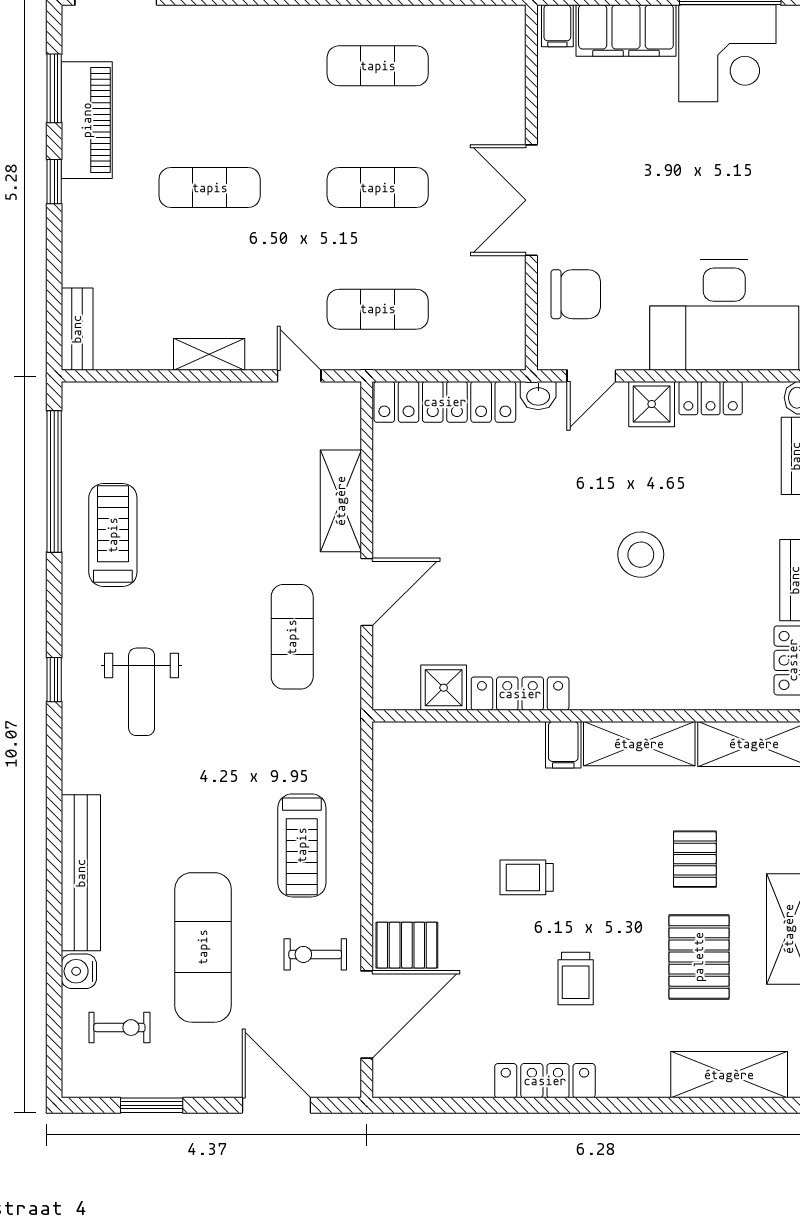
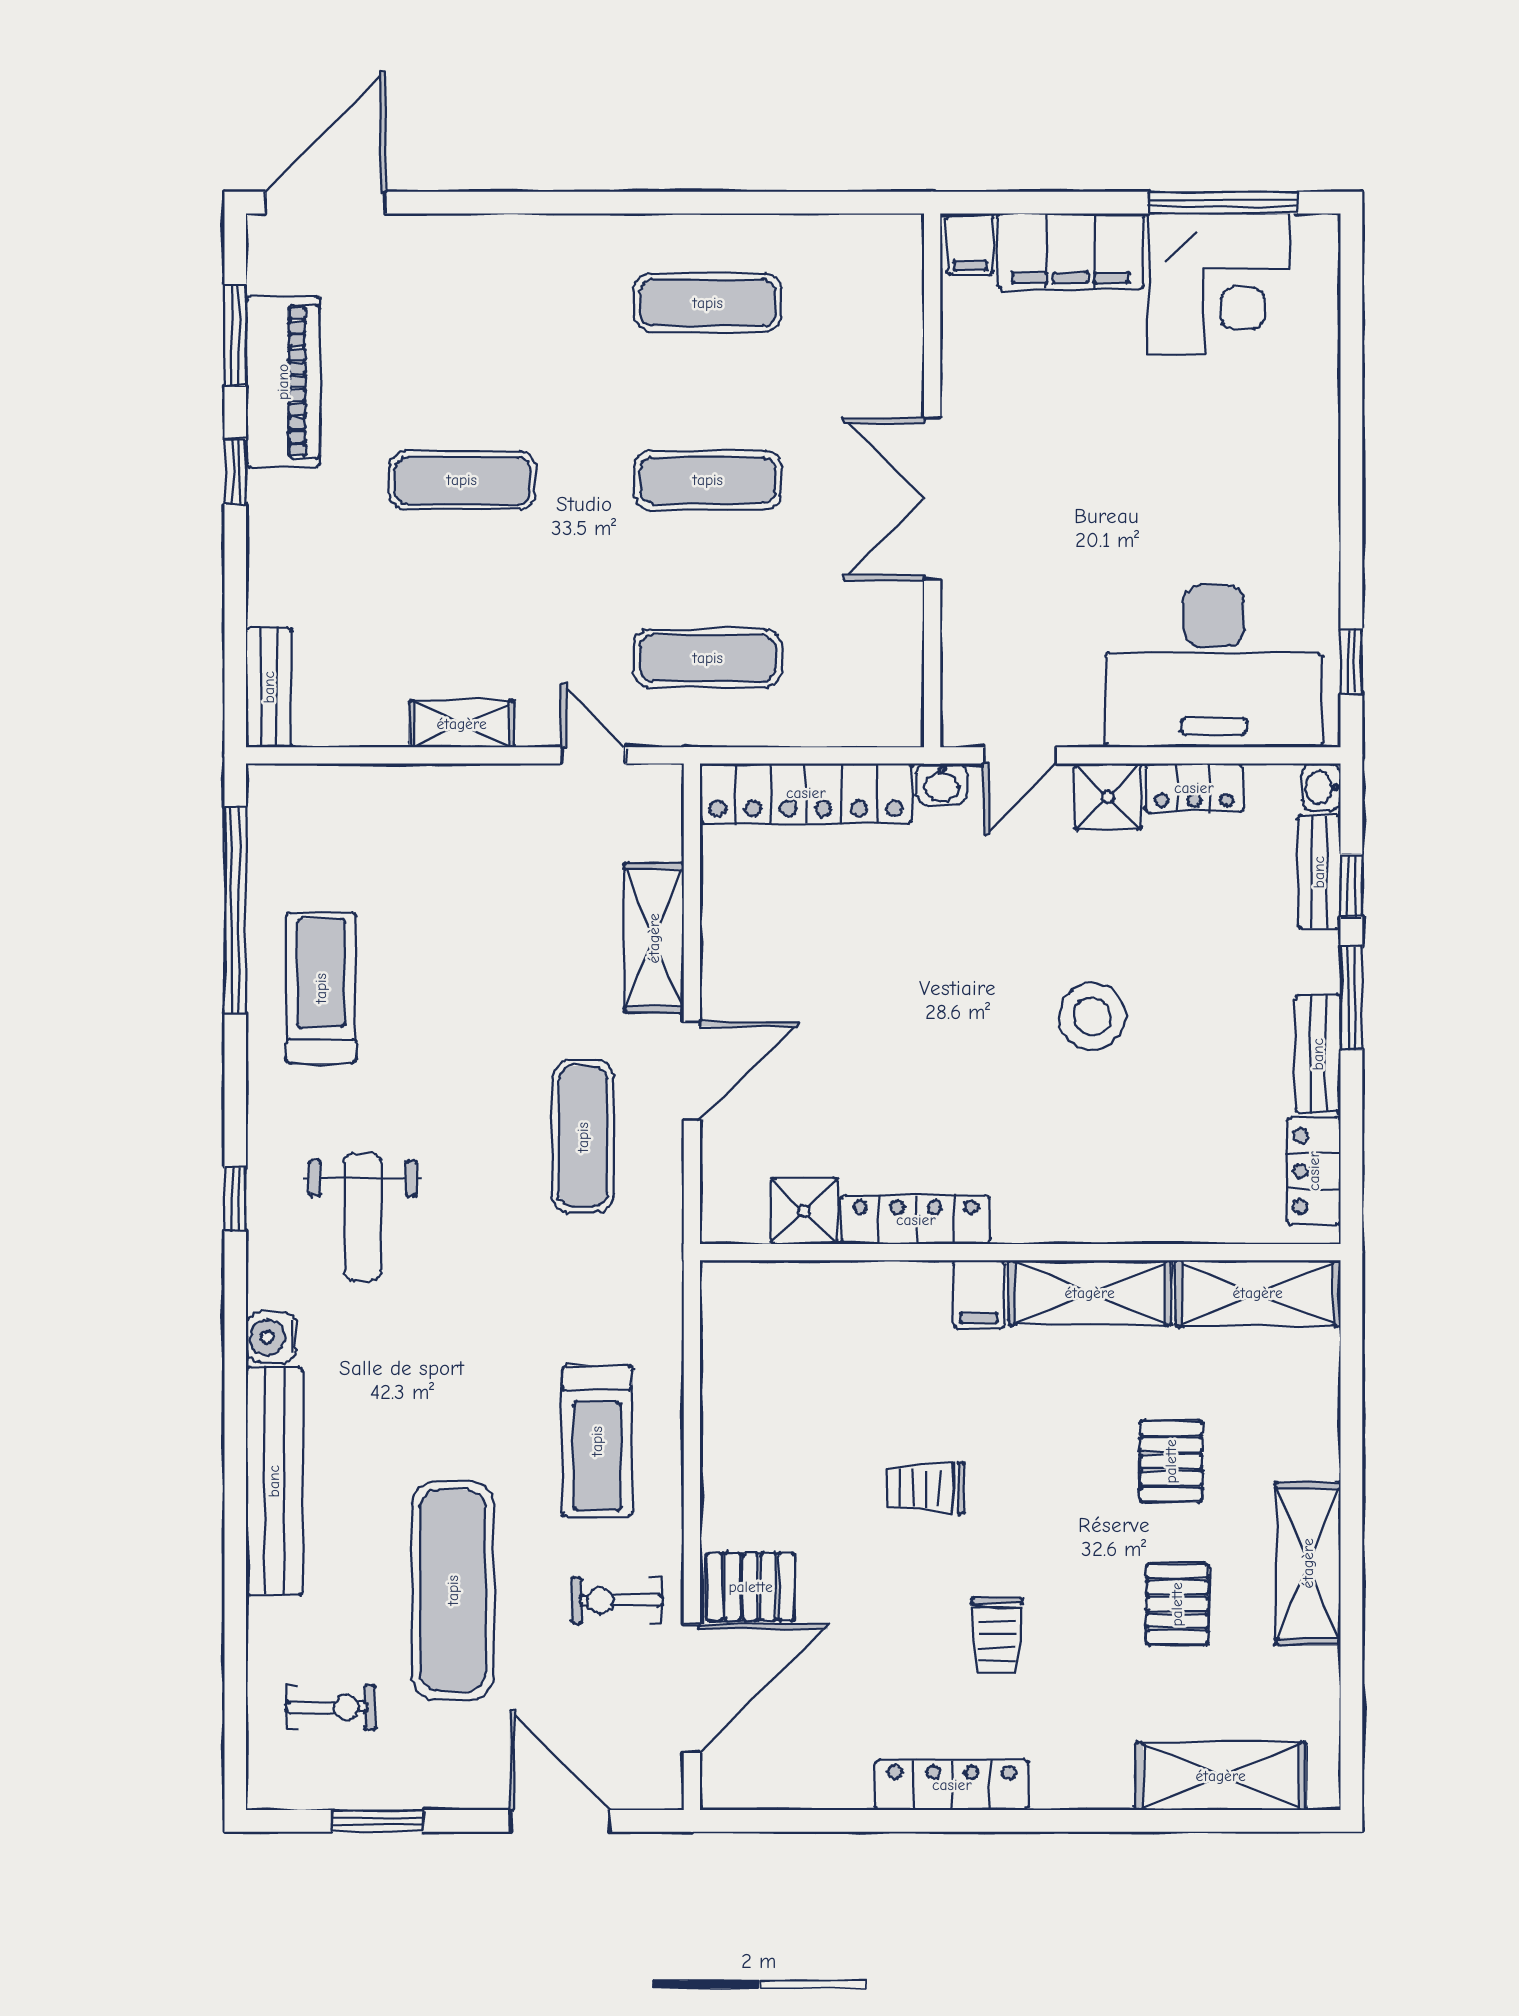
chair: (576, 294) -> (997, 636), removed
pallet: (699, 957) -> (1177, 1604), width x0.67, depth x0.71
water cooler: (79, 971) -> (271, 1337), moved

